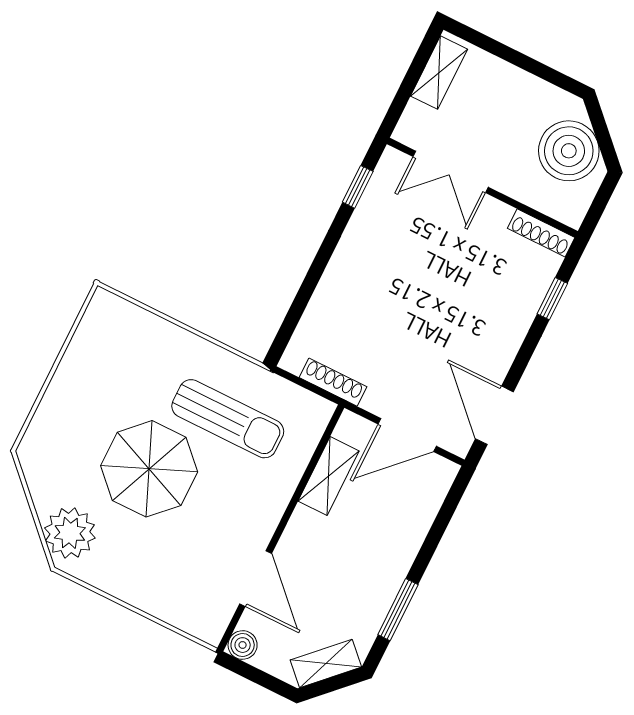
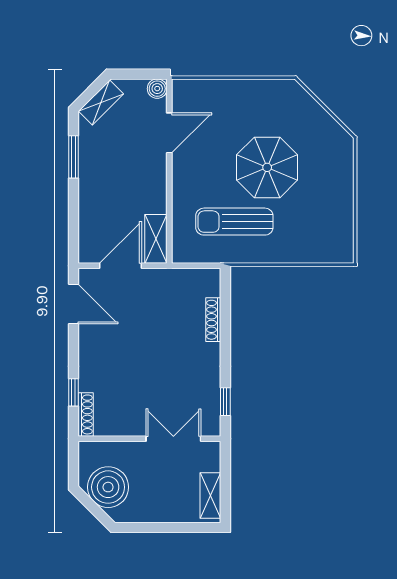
shoe rack: (541, 233) -> (86, 414), moved, turned 90
shoe rack: (333, 382) -> (213, 320), moved, turned 90
shelving: (329, 476) -> (156, 239), moved
plant: (70, 533) -> (296, 105), removed
door: (256, 579) -> (169, 133), swing flipped

